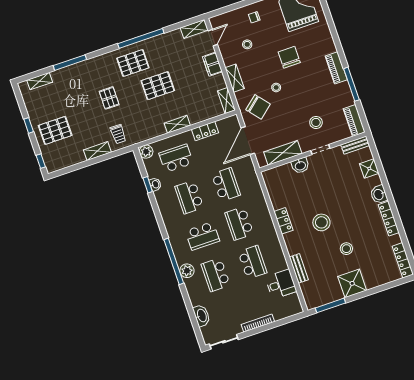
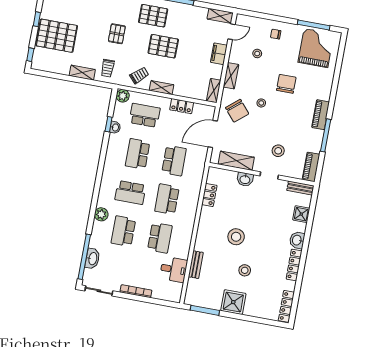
trolley: (151, 124) -> (139, 75), added
pallet: (55, 130) -> (57, 36), width x1.37, depth x1.41
locker: (283, 221) -> (209, 195), moved
window: (174, 261) -> (84, 257), moved

